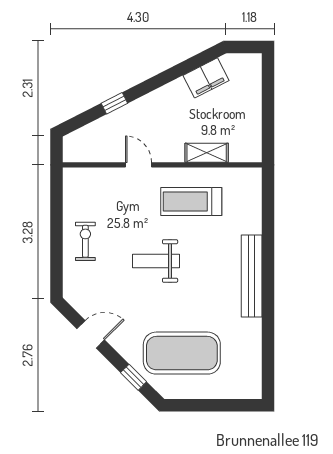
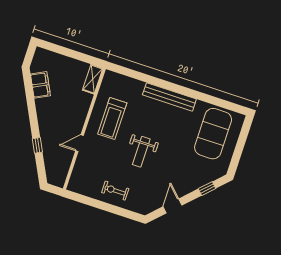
shelving: (207, 153) -> (93, 79), moved
exercise mat: (182, 353) -> (213, 134), moved

